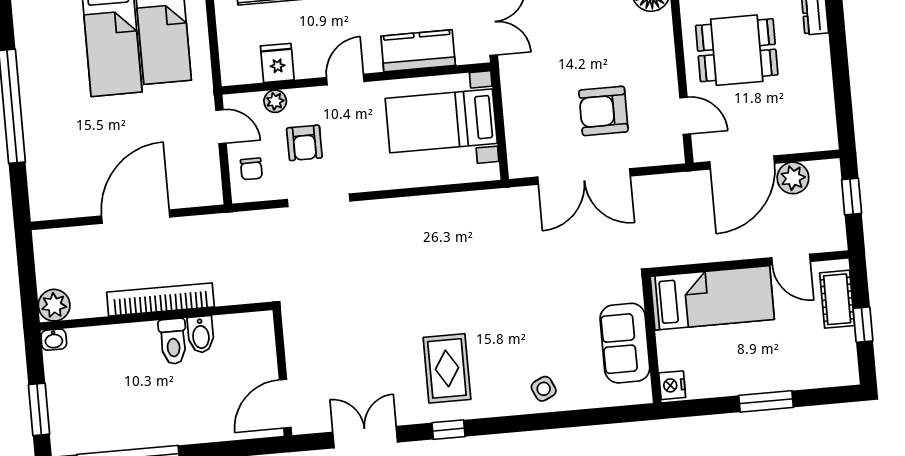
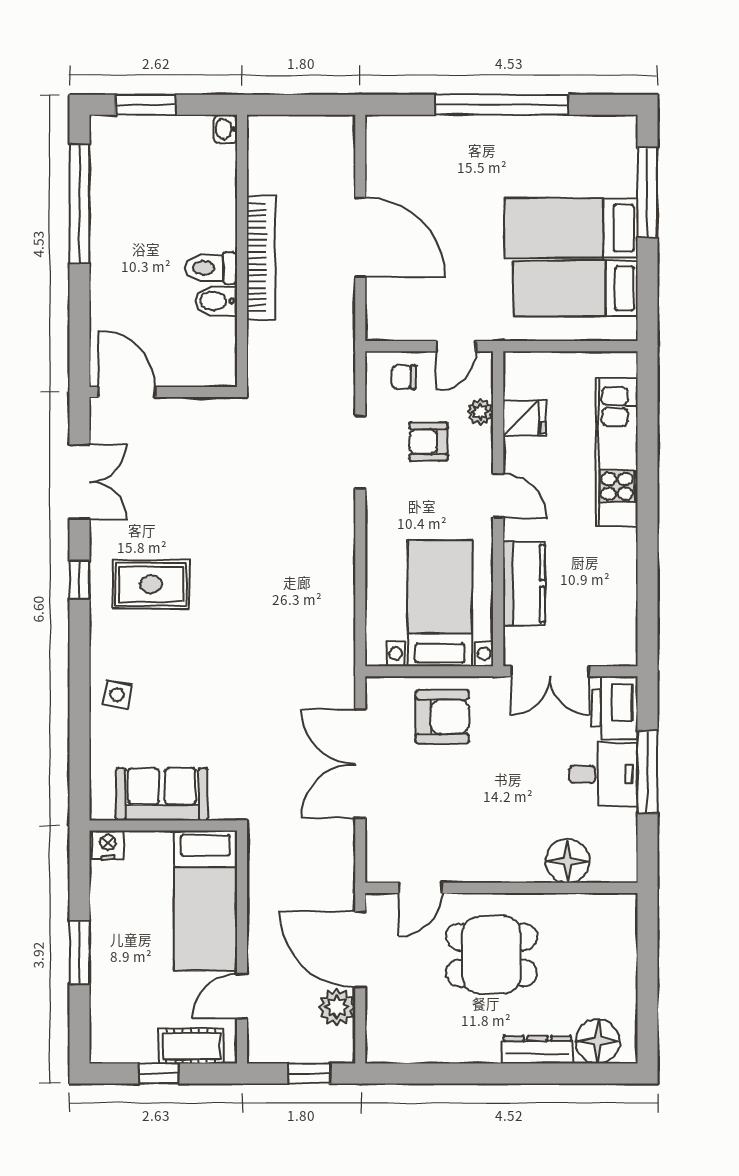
dining table: (737, 50) -> (492, 955), turned 90
armchair: (603, 111) -> (442, 717), moved, turned 90
plant: (54, 305) -> (265, 133), removed
side table: (544, 389) -> (117, 695), turned 36

